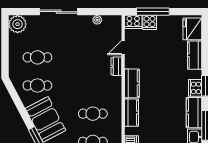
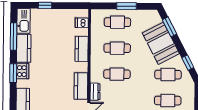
kitchen counter: (132, 83) -> (81, 86), moved
cafe table: (93, 86) -> (117, 74), added
window: (16, 99) -> (188, 63), added

